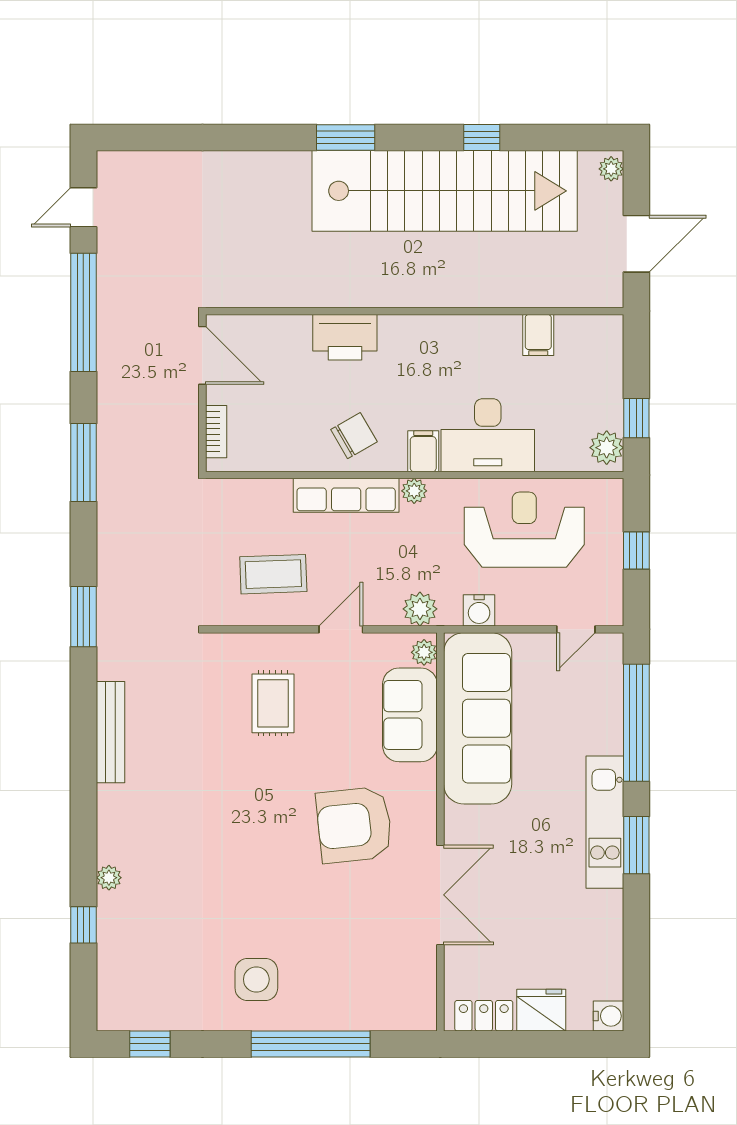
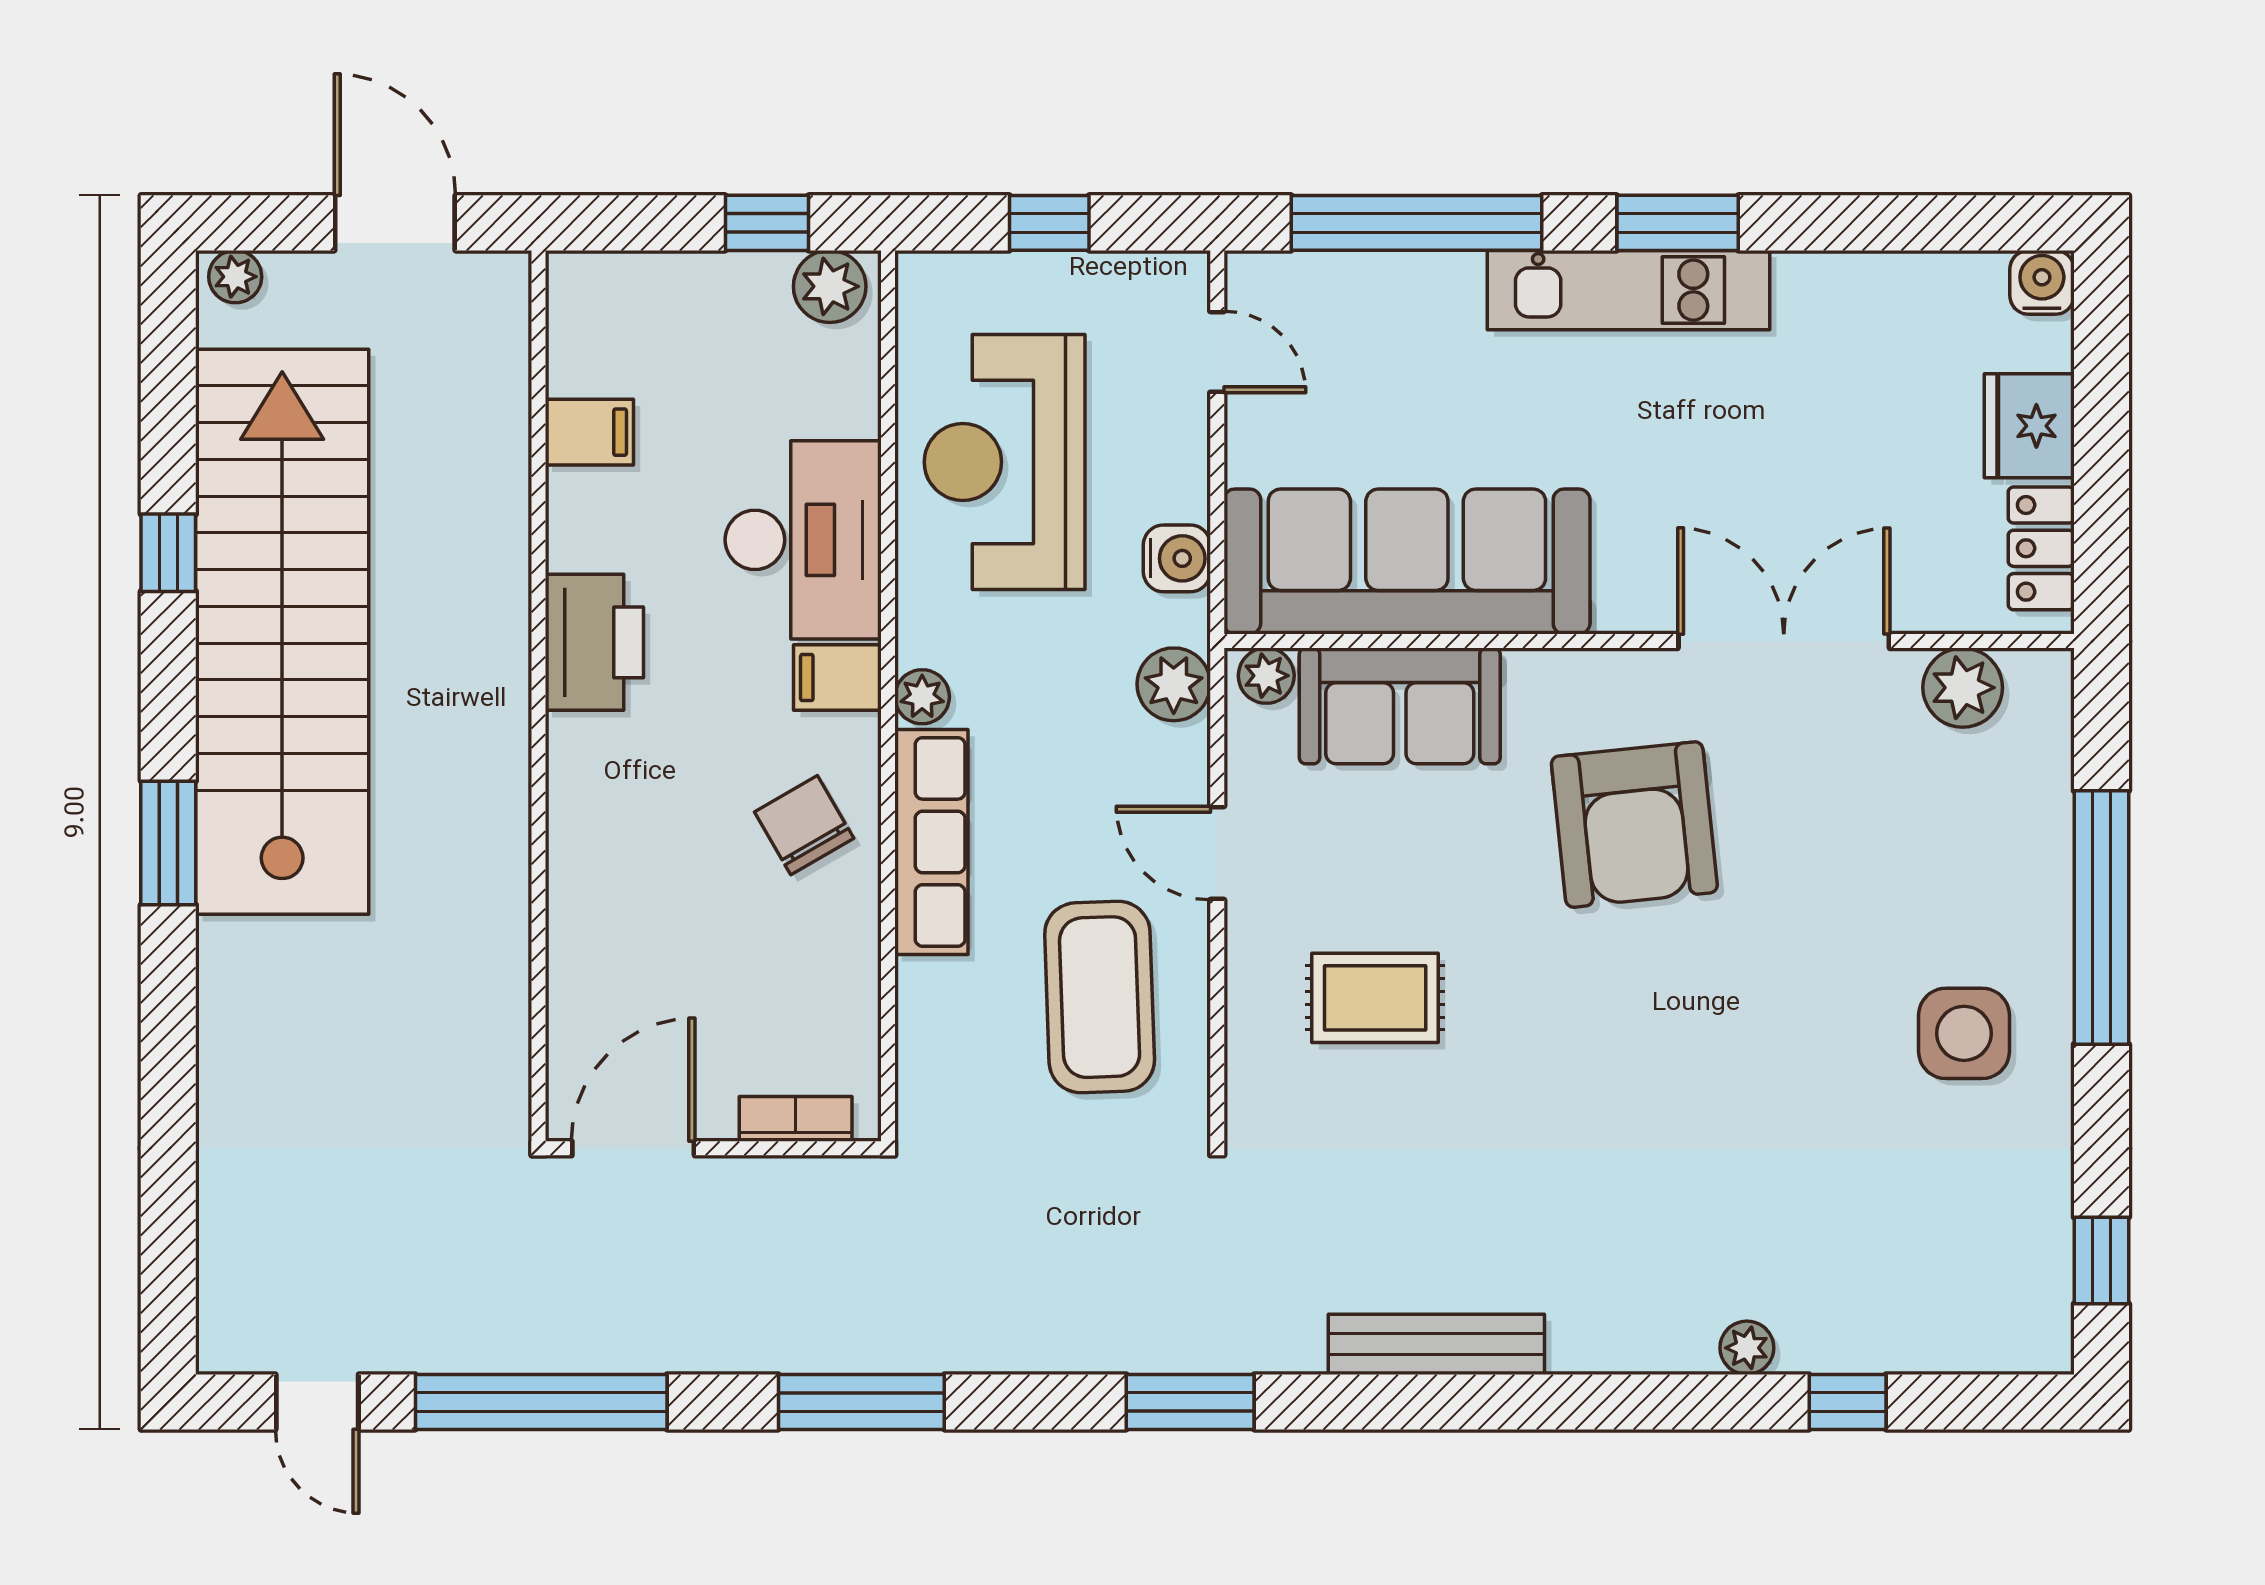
printer: (345, 337) -> (594, 642), moved
coffee table: (273, 574) -> (1100, 997), width x1.36, depth x1.32
plant: (418, 979) -> (1963, 688), added

